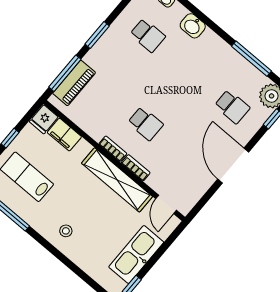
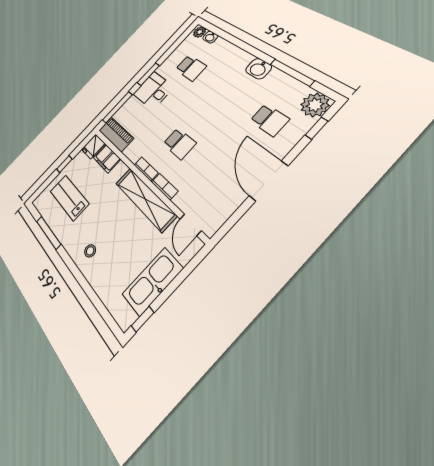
washbasin: (193, 26) -> (259, 69), moved
desk: (107, 58) -> (153, 91), added
piano: (74, 83) -> (116, 134), moved, turned -90

